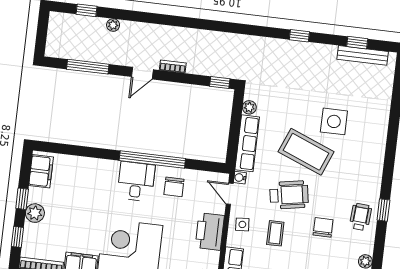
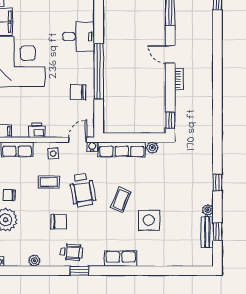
plant: (113, 25) -> (208, 210), moved
bench: (363, 55) -> (207, 232), width x0.73
coffee table: (306, 152) -> (121, 200), width x0.54, depth x0.58
row of seats: (375, 160) -> (121, 259), added
desk: (136, 181) -> (79, 37), moved
printer: (210, 231) -> (37, 130), width x0.53, depth x0.68

